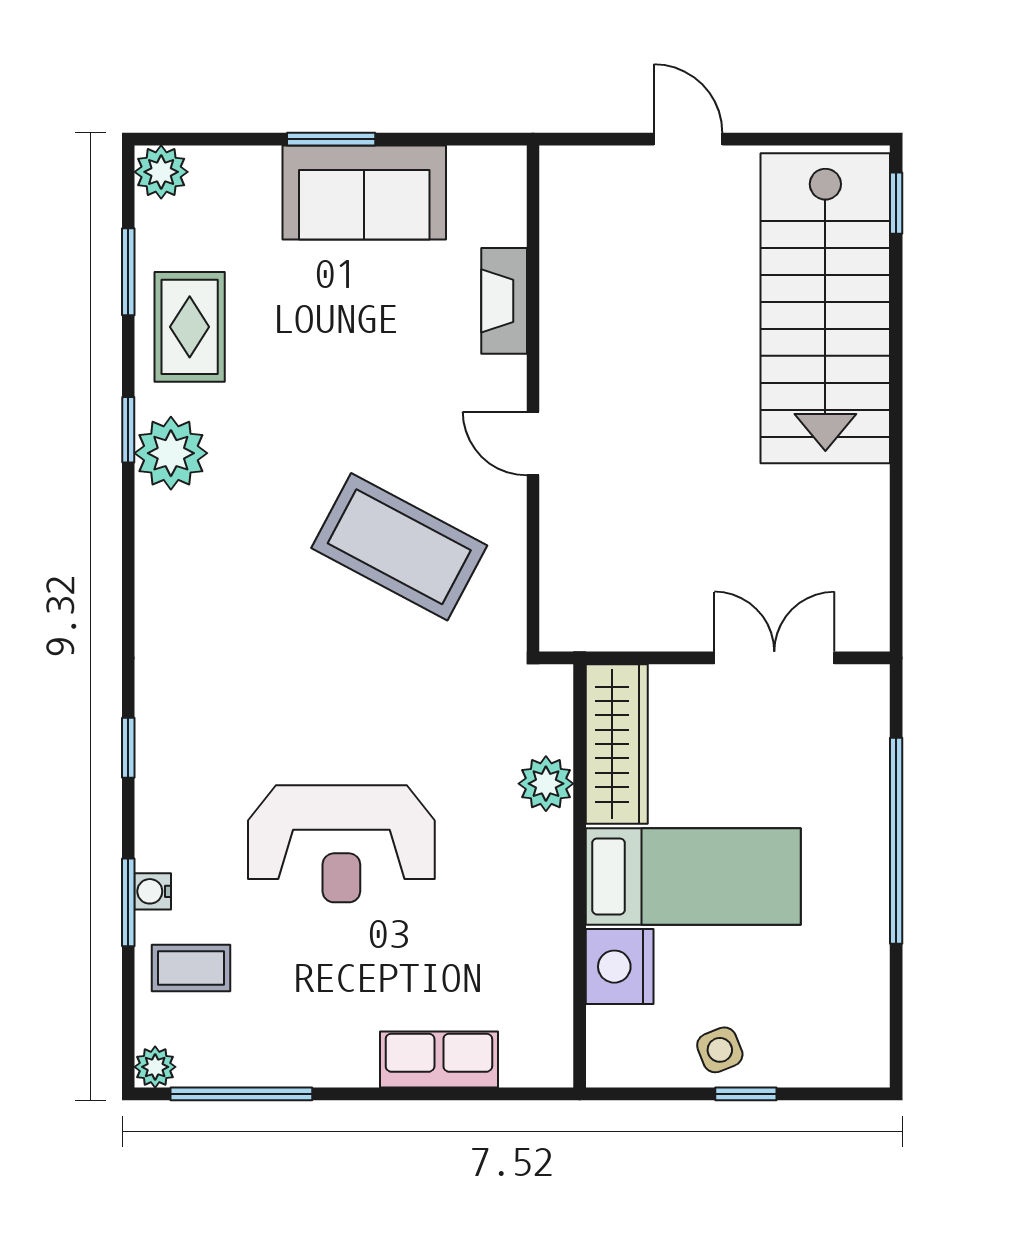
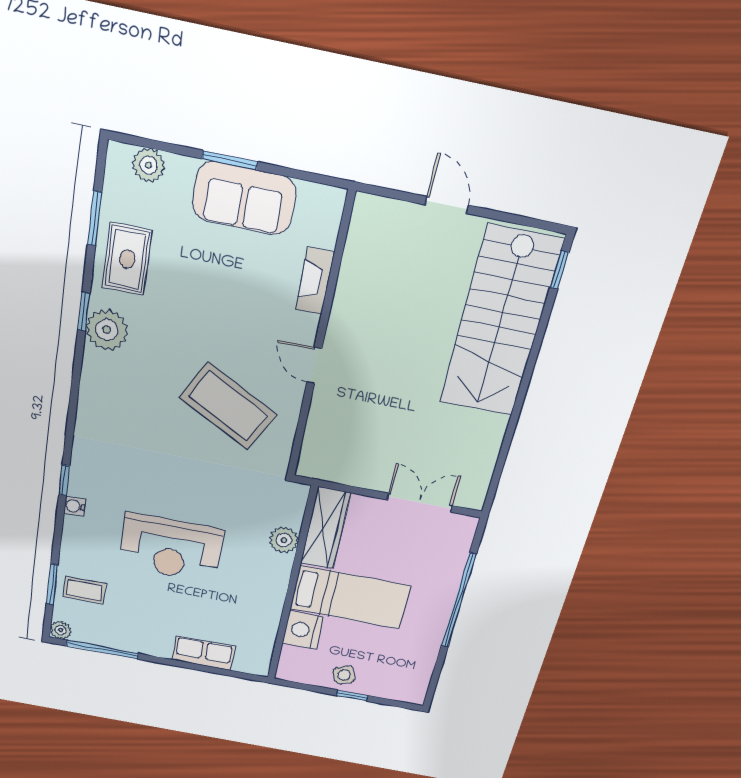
plant: (161, 172) -> (148, 165), moved
water cooler: (153, 891) -> (74, 506), moved
window: (128, 902) -> (52, 584), moved

